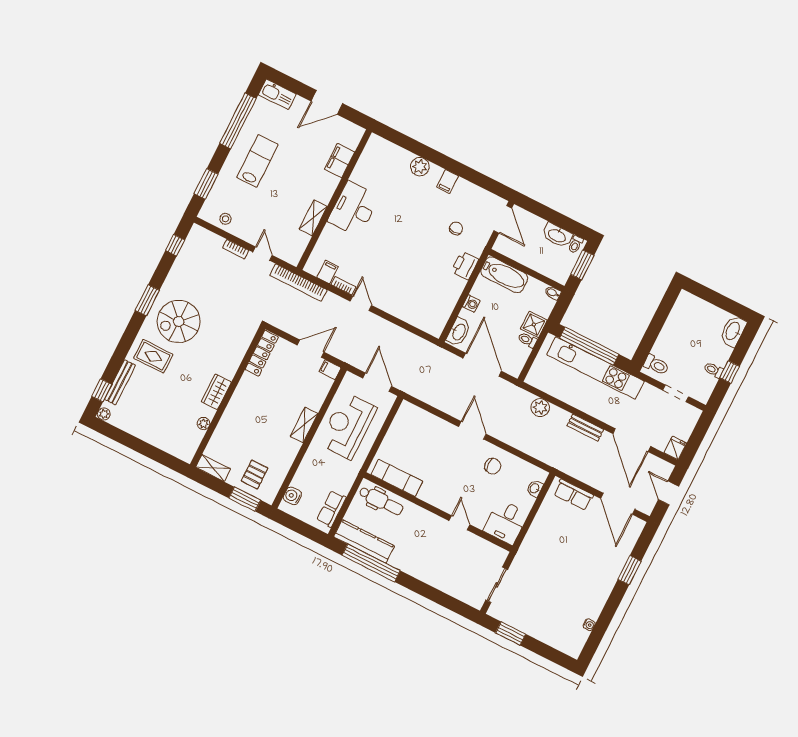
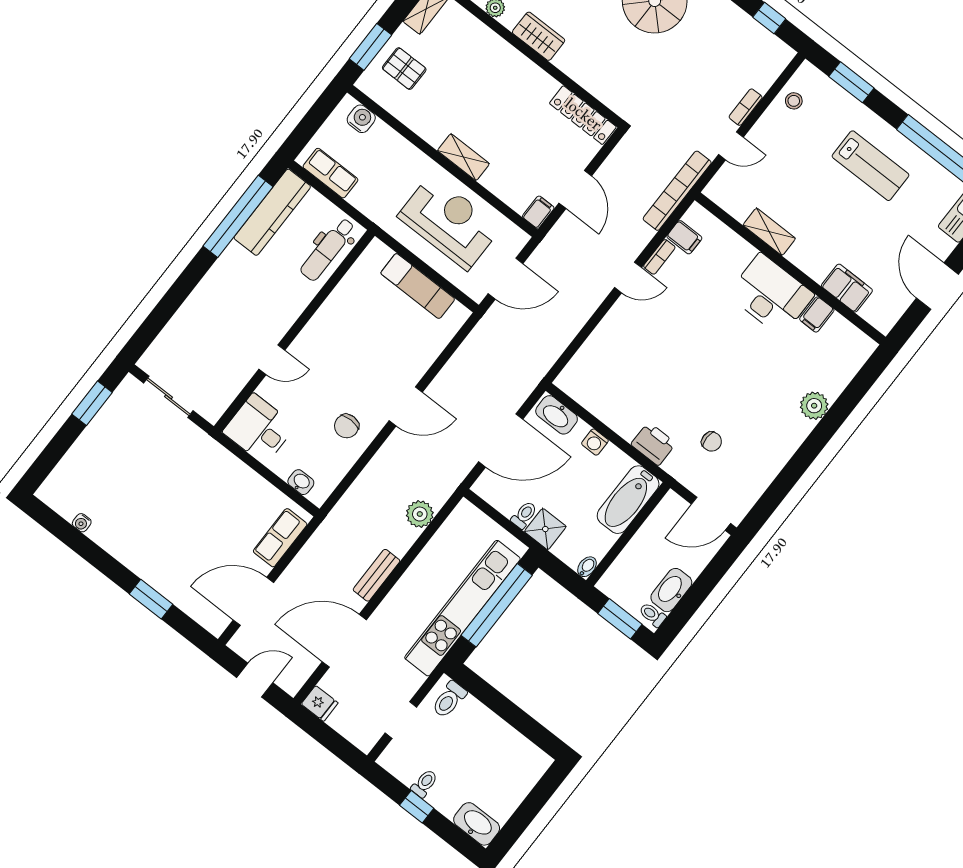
filing cabinet: (448, 181) -> (817, 314), moved, turned -90
exam couch: (397, 478) -> (418, 286), moved, turned 90

